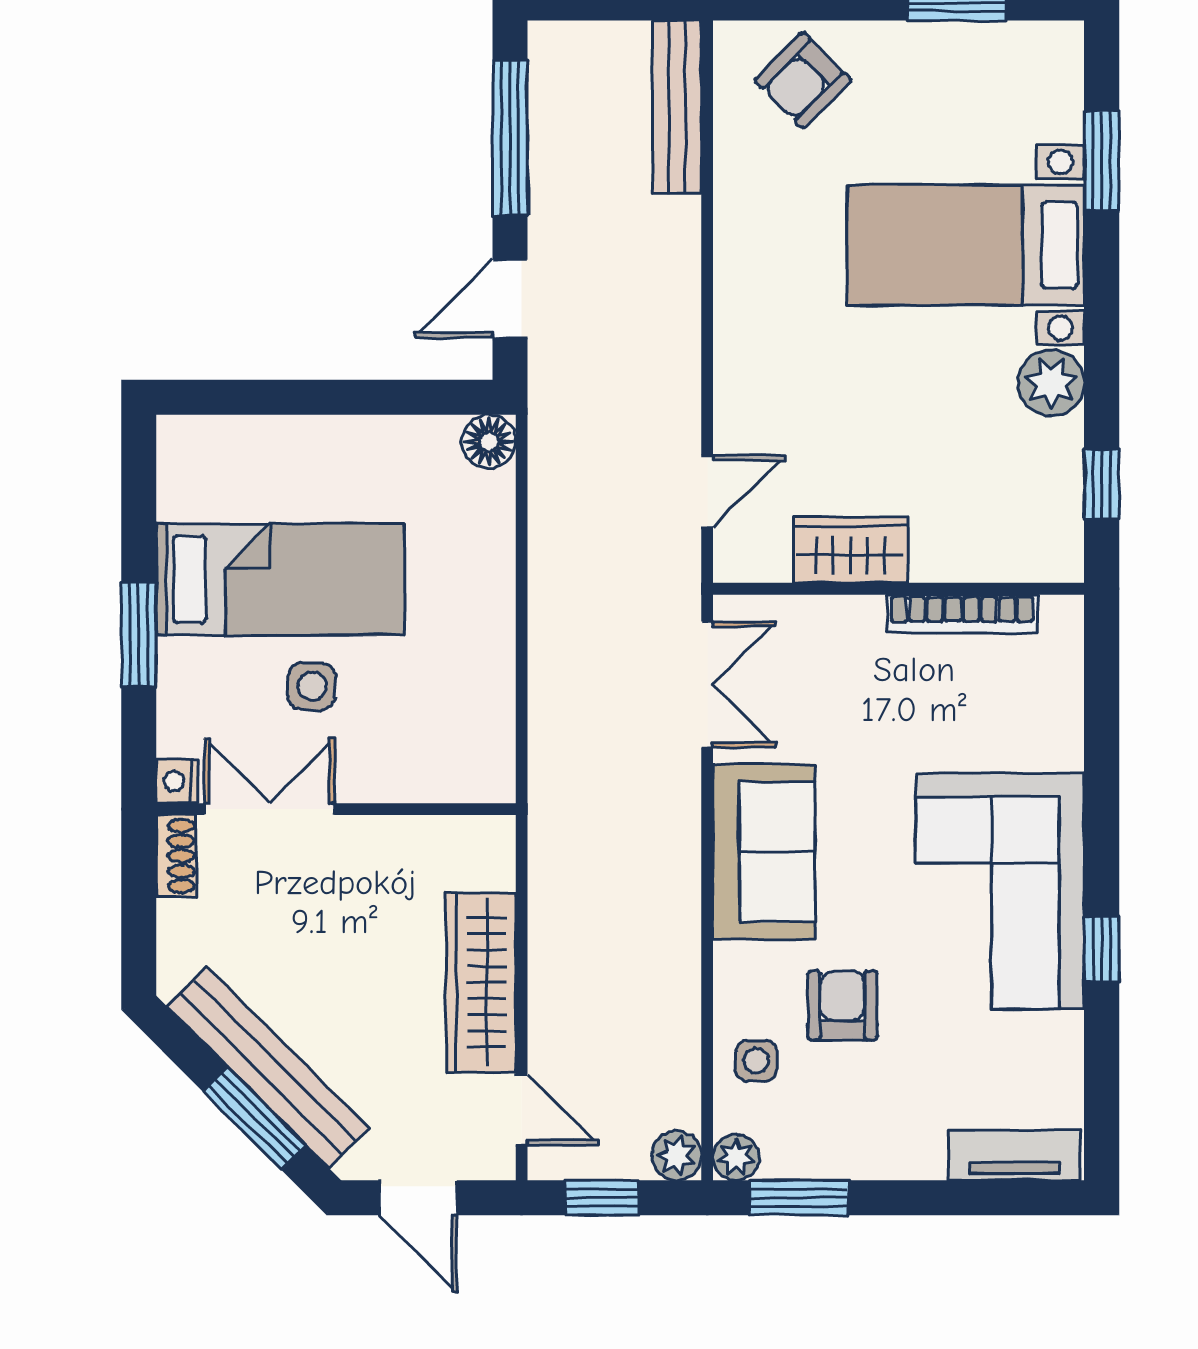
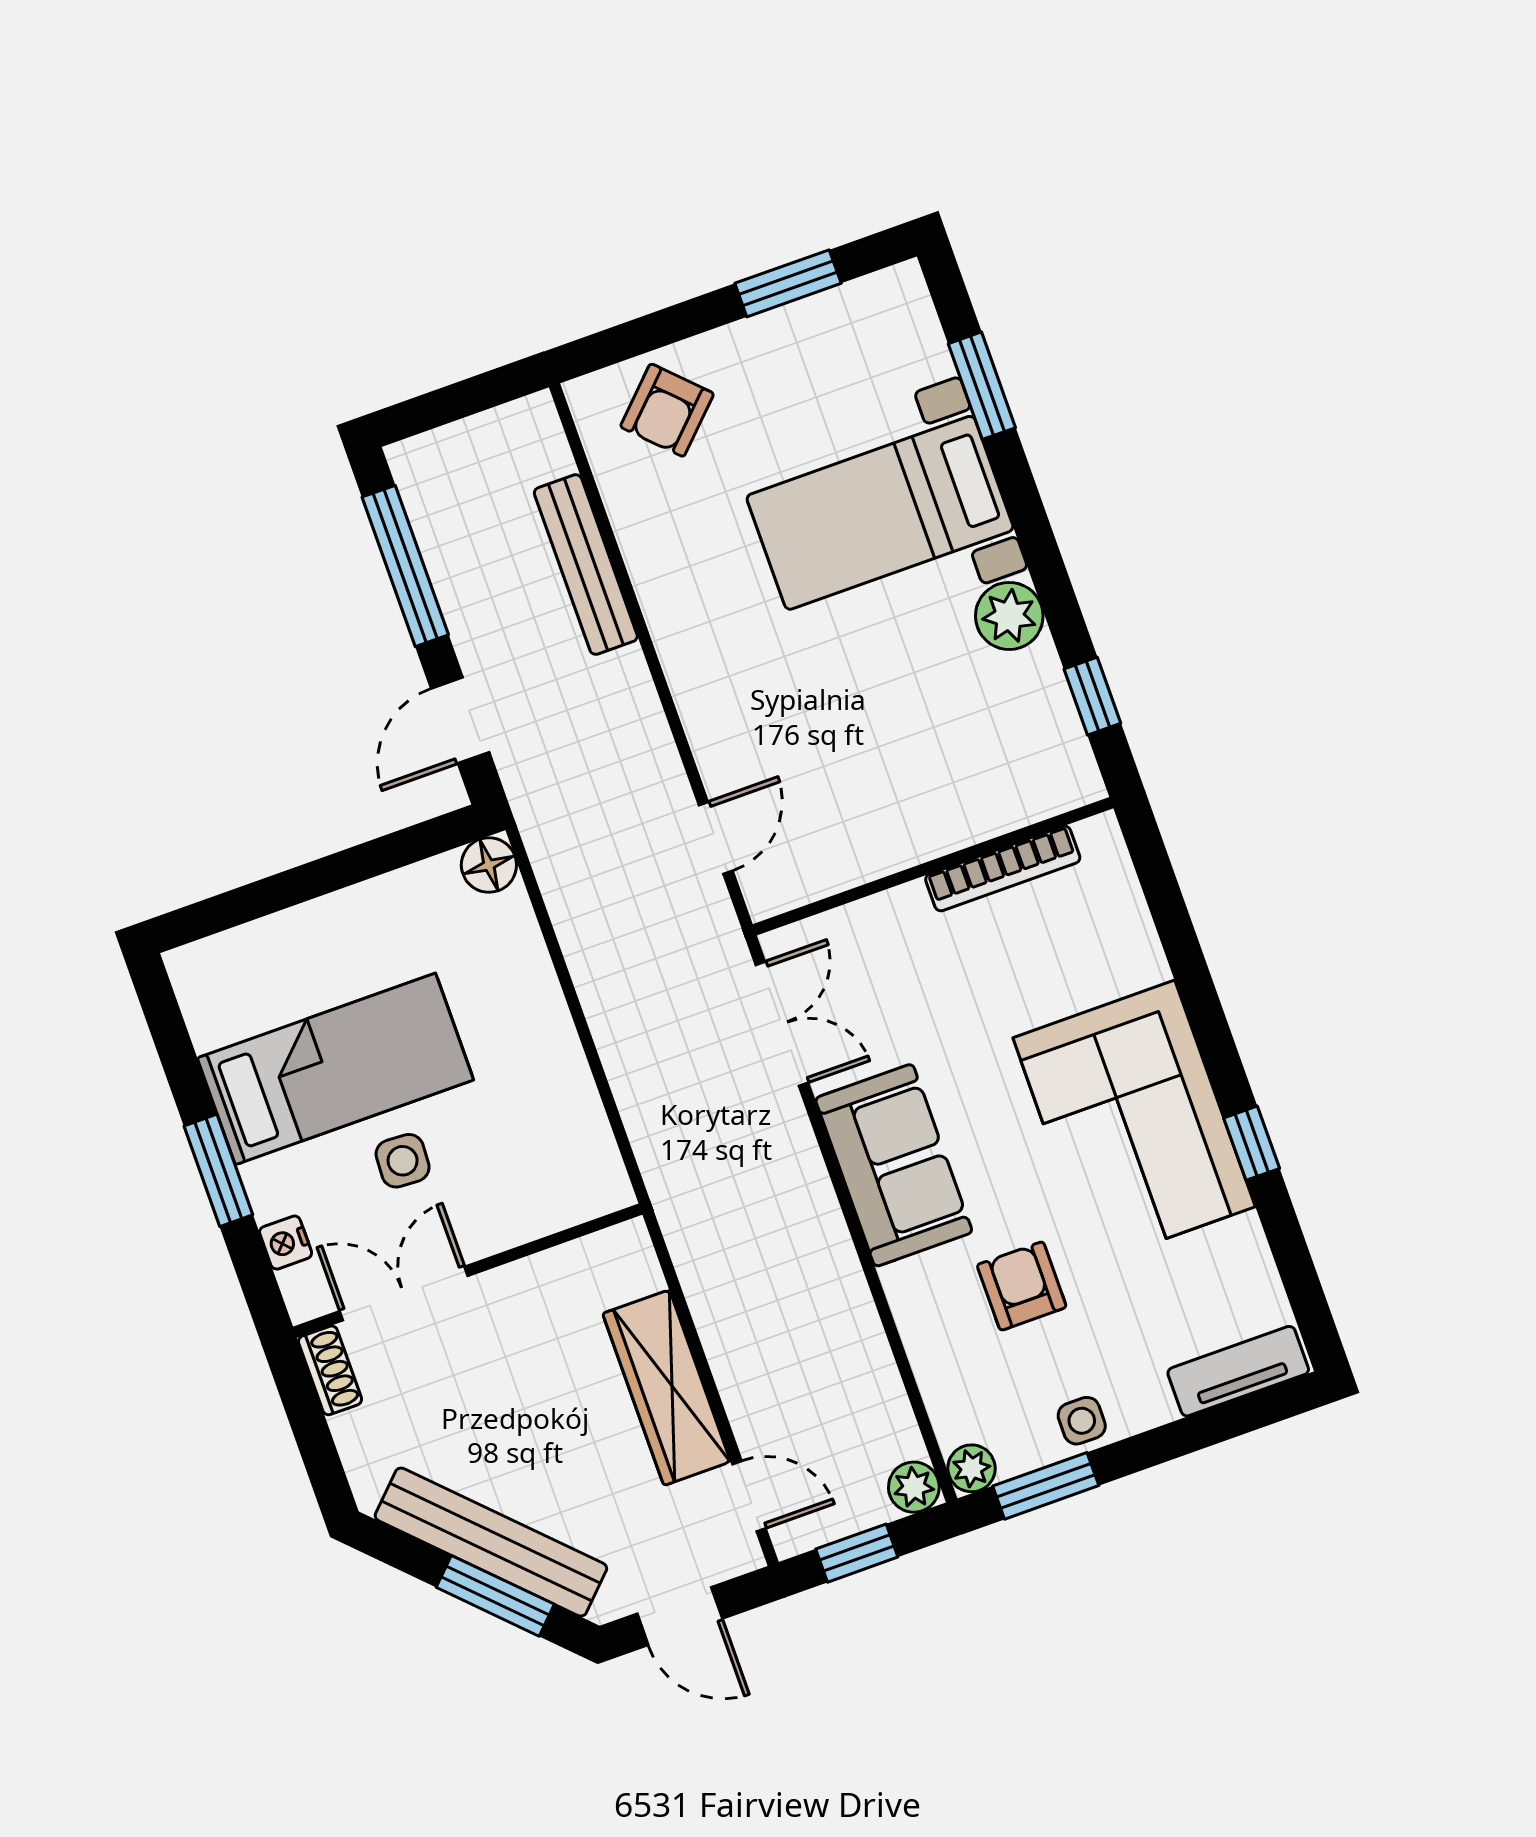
bench: (677, 107) -> (586, 565), moved
wardrobe: (851, 550) -> (874, 845), removed
nightstand: (177, 781) -> (286, 1243), moved
side table: (756, 1061) -> (1082, 1421), moved

